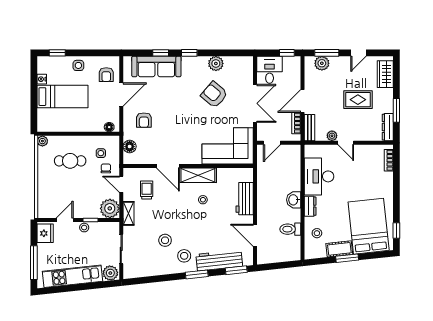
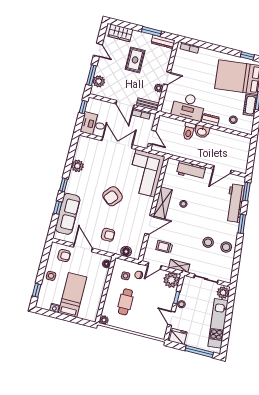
armchair: (214, 95) -> (113, 196), moved
toilet: (290, 229) -> (189, 131), moved
stool: (184, 256) -> (226, 247), moved

